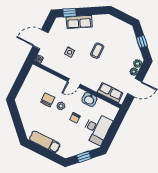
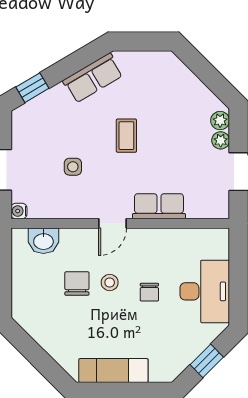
row of seats: (79, 22) -> (93, 78), moved
window: (142, 42) -> (206, 73), removed
row of seats: (110, 93) -> (159, 206), moved
washbasin: (89, 99) -> (43, 241), moved

